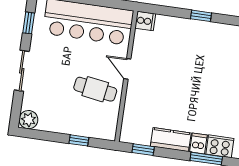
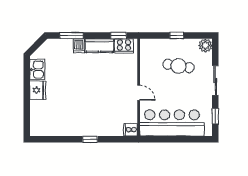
cafe table: (95, 89) -> (179, 66), moved
window: (79, 140) -> (177, 35), moved
cooker: (220, 146) -> (124, 46), moved

